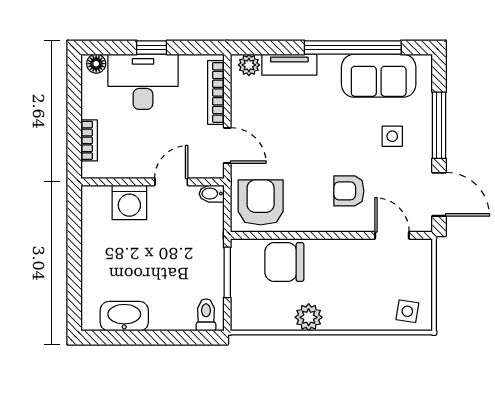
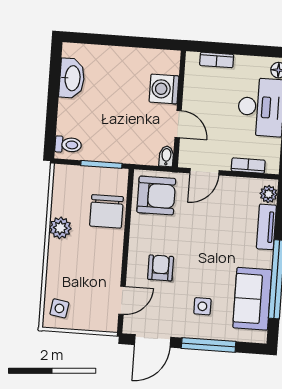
bookcase: (216, 92) -> (248, 166), width x0.64
chair: (284, 262) -> (107, 211), turned 180

